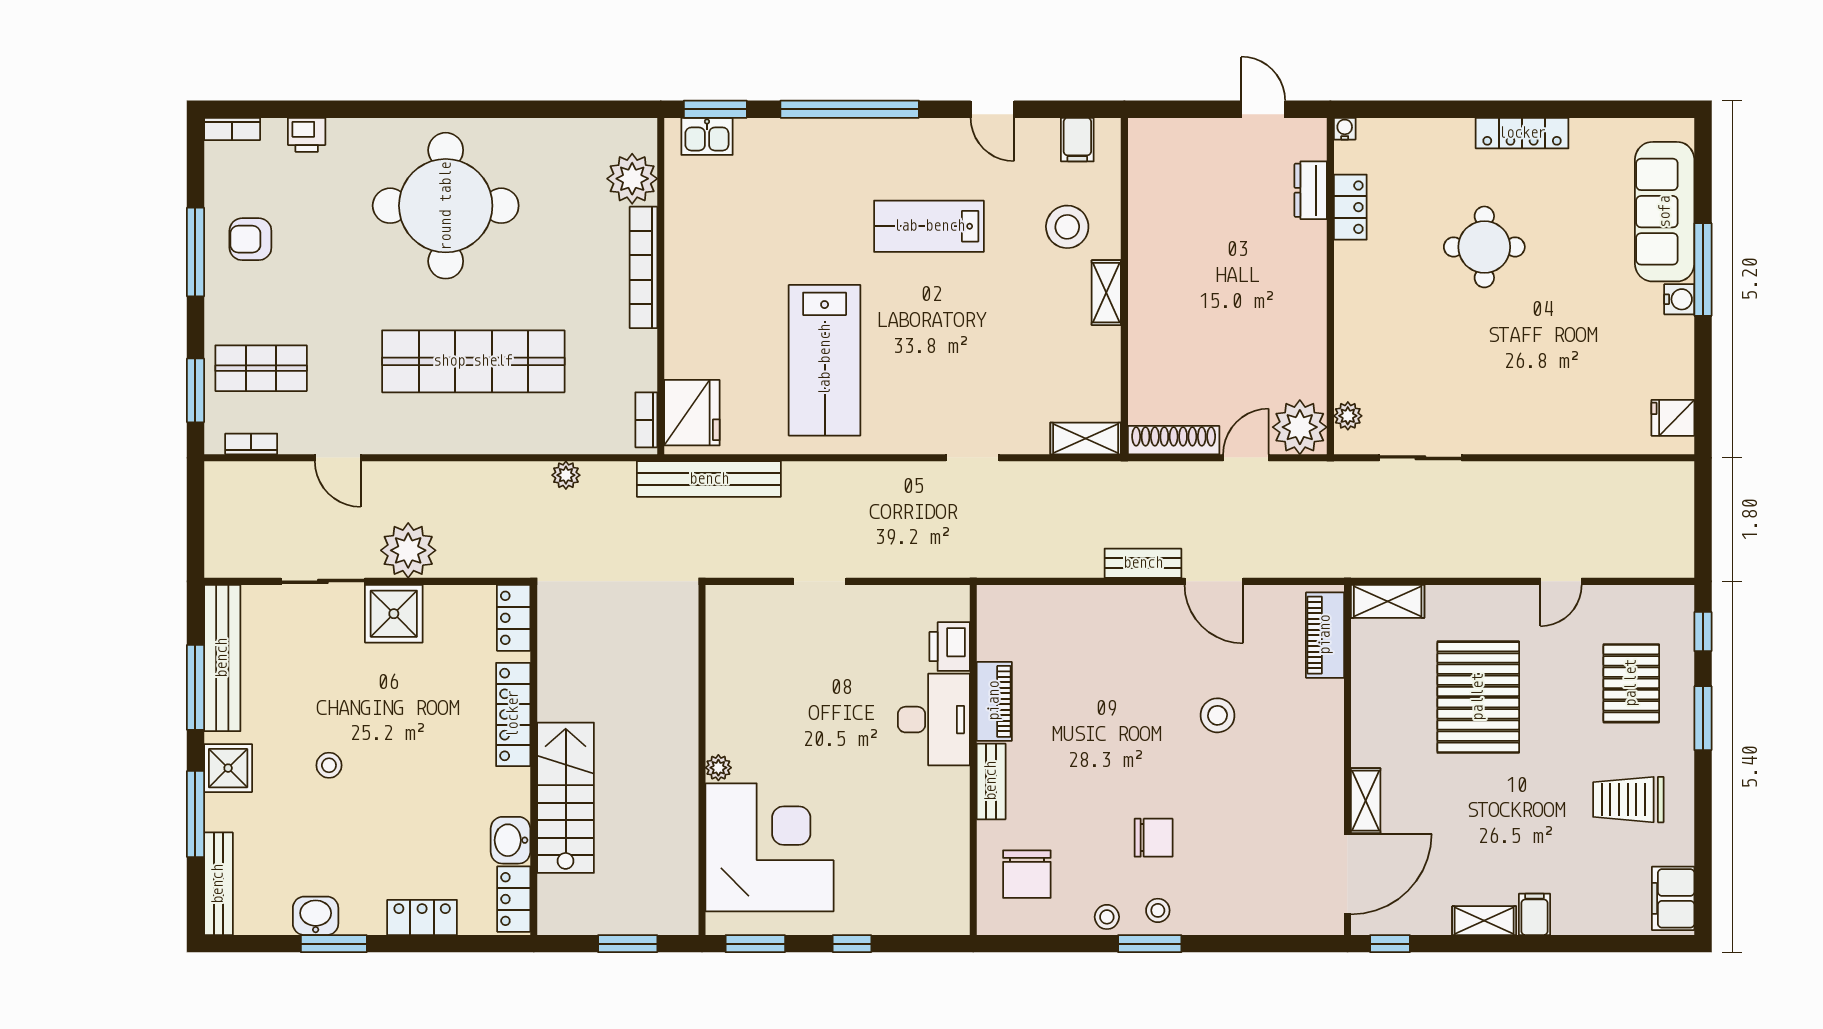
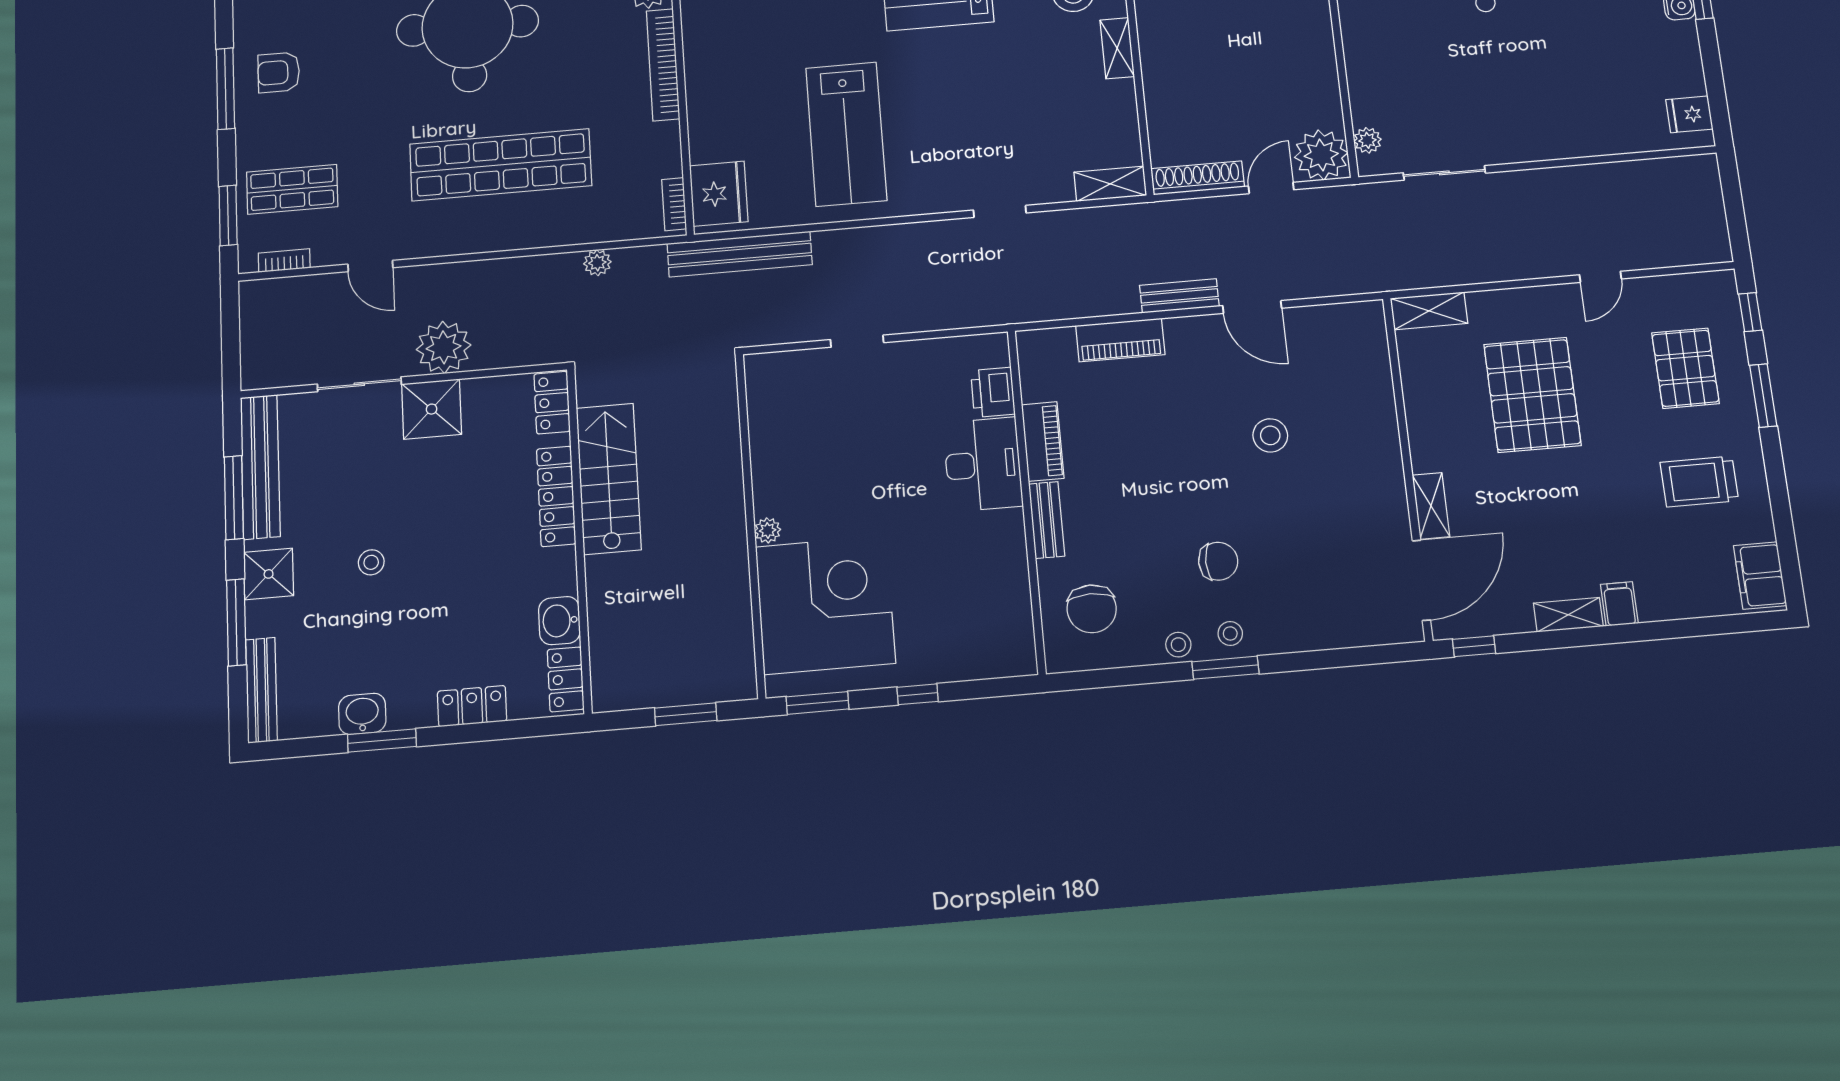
piano: (1325, 635) -> (1120, 340), moved, turned -90
stairs: (566, 798) -> (609, 479), moved

